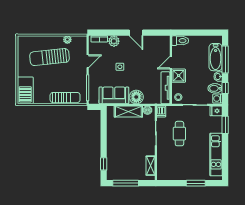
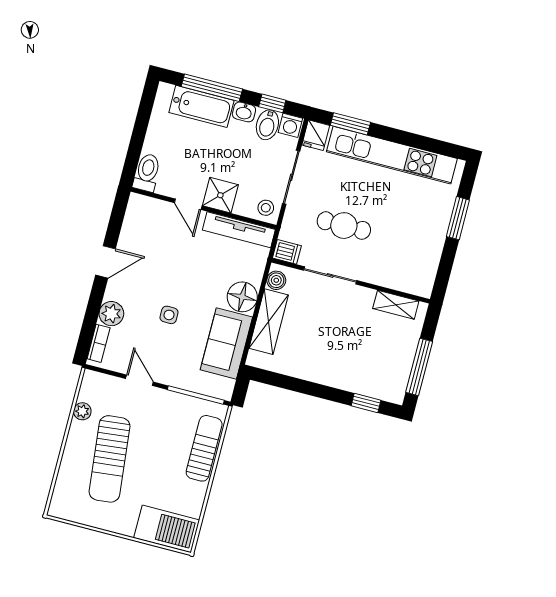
kitchen unit: (216, 155) -> (392, 155), width x1.36

